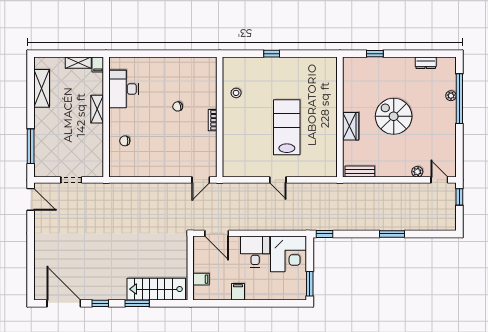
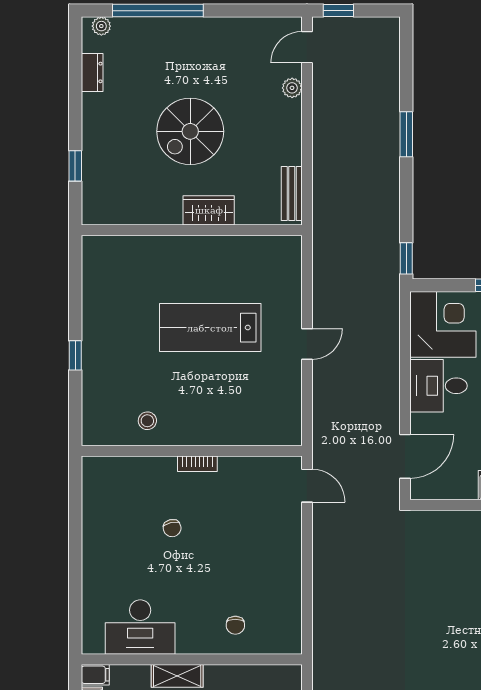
plant: (451, 96) -> (101, 26), moved

